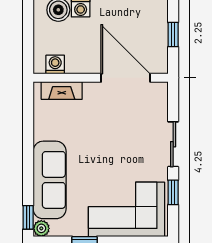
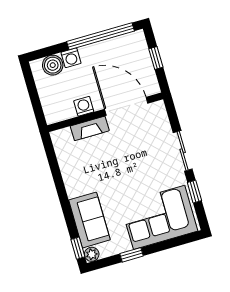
washing machine: (55, 65) -> (84, 106), moved
fireplace: (62, 91) -> (90, 128), moved
sofa: (50, 180) -> (89, 220), width x0.73

